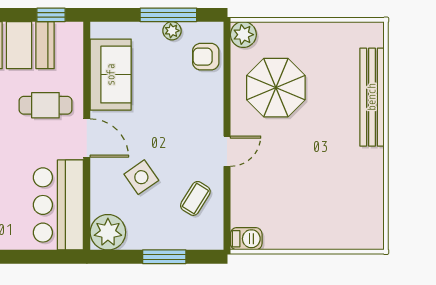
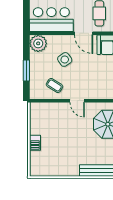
door: (87, 138) -> (84, 33), hinge flipped
barbecue: (246, 239) -> (35, 143), moved

